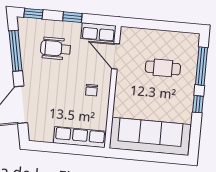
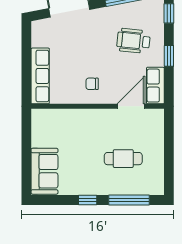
wheelchair: (56, 48) -> (133, 41), turned -84
cafe table: (163, 68) -> (123, 159), turned 90
sofa: (150, 136) -> (44, 171), width x0.54, depth x0.79

